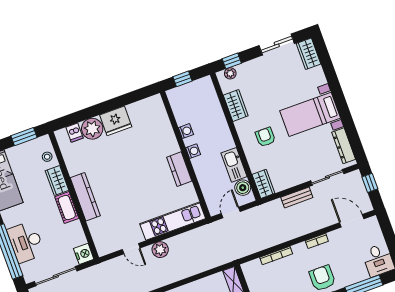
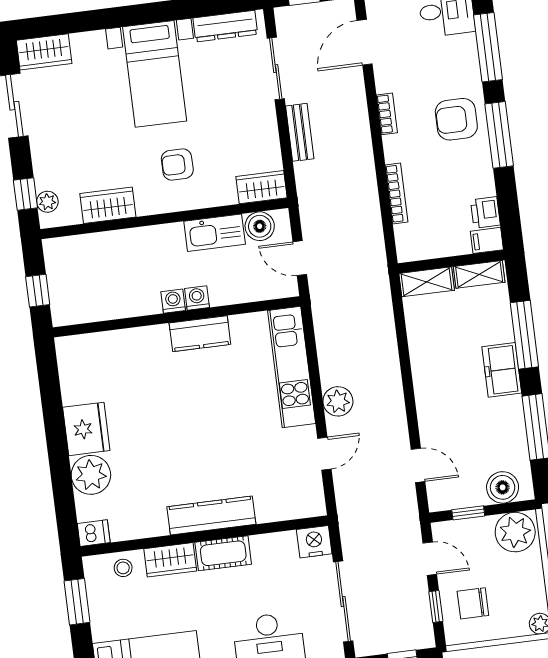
washing machine: (186, 131) -> (197, 298), moved
dishwasher: (75, 133) -> (94, 533), moved

